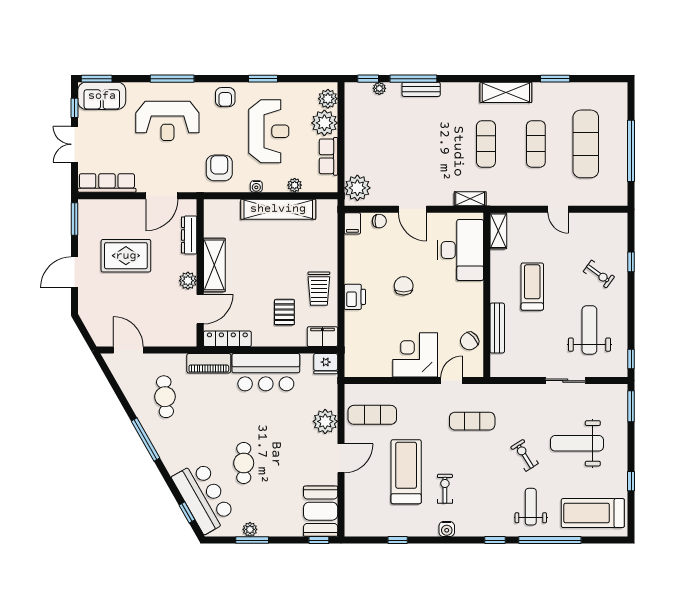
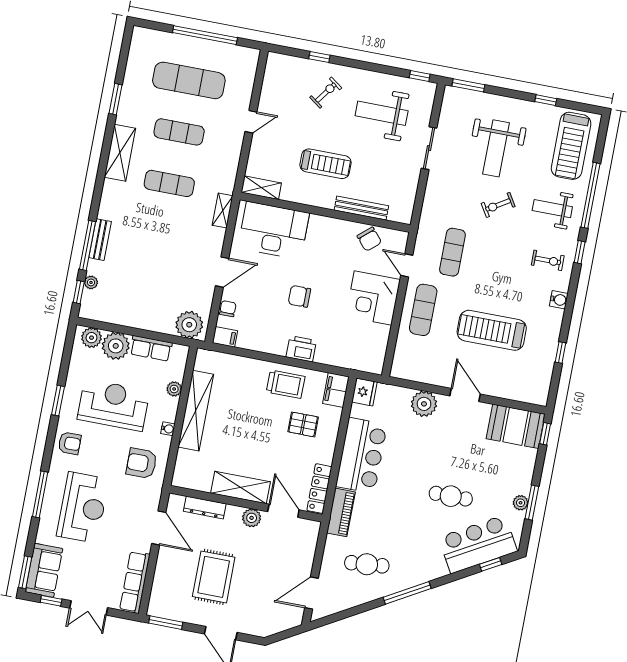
treadmill: (532, 287) -> (325, 164), turned 180
exercise mat: (372, 415) -> (423, 310), moved
exercise bike: (445, 489) -> (548, 260), moved, turned 180

